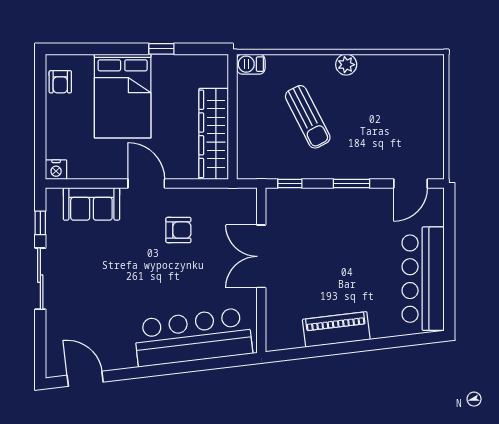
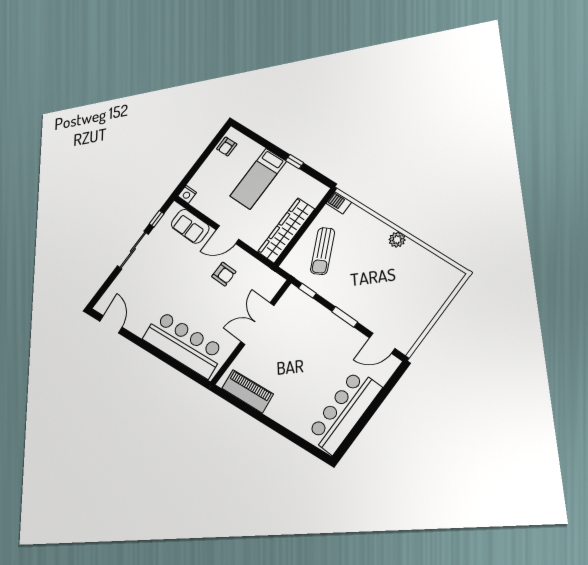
bed: (123, 96) -> (258, 179), width x0.67
sun lounger: (308, 117) -> (323, 251), moved
door: (146, 184) -> (227, 235), swing flipped
piano: (336, 329) -> (247, 391), moved

